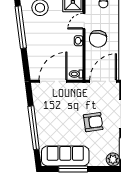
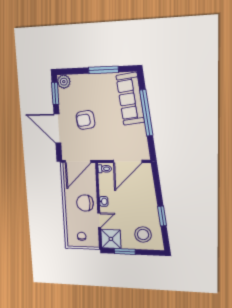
window: (21, 27) -> (162, 216), width x0.47
chair: (98, 39) -> (85, 203), turned -99
sofa: (65, 156) -> (130, 99), moved, turned 83

